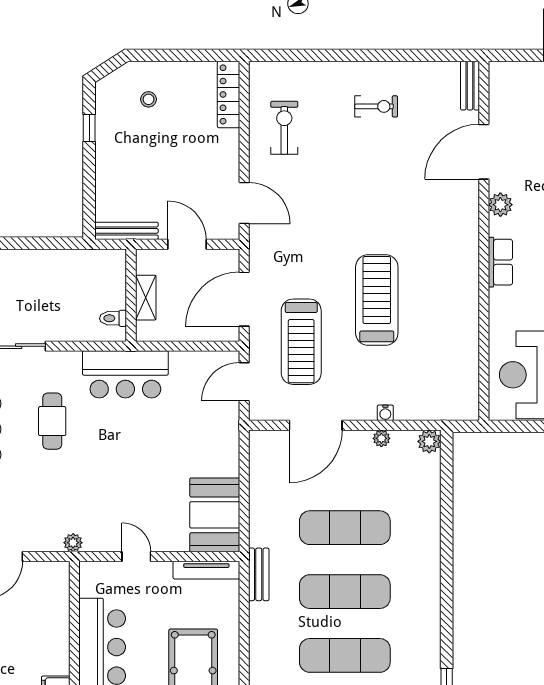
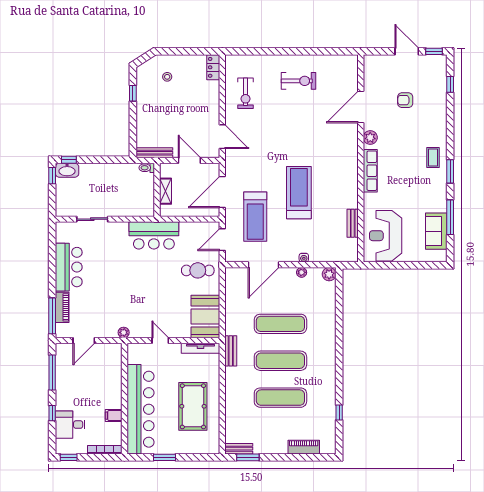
bench: (470, 86) -> (353, 223), moved
locker: (229, 94) -> (213, 67), width x0.66
exercise bike: (376, 106) -> (299, 81), width x1.38, depth x1.39
exercise bike: (284, 128) -> (245, 93), turned 180
row of seats: (500, 262) -> (370, 171), width x1.48
toilet: (113, 318) -> (147, 168), moved
cafe table: (52, 421) -> (198, 270), moved, turned 90

